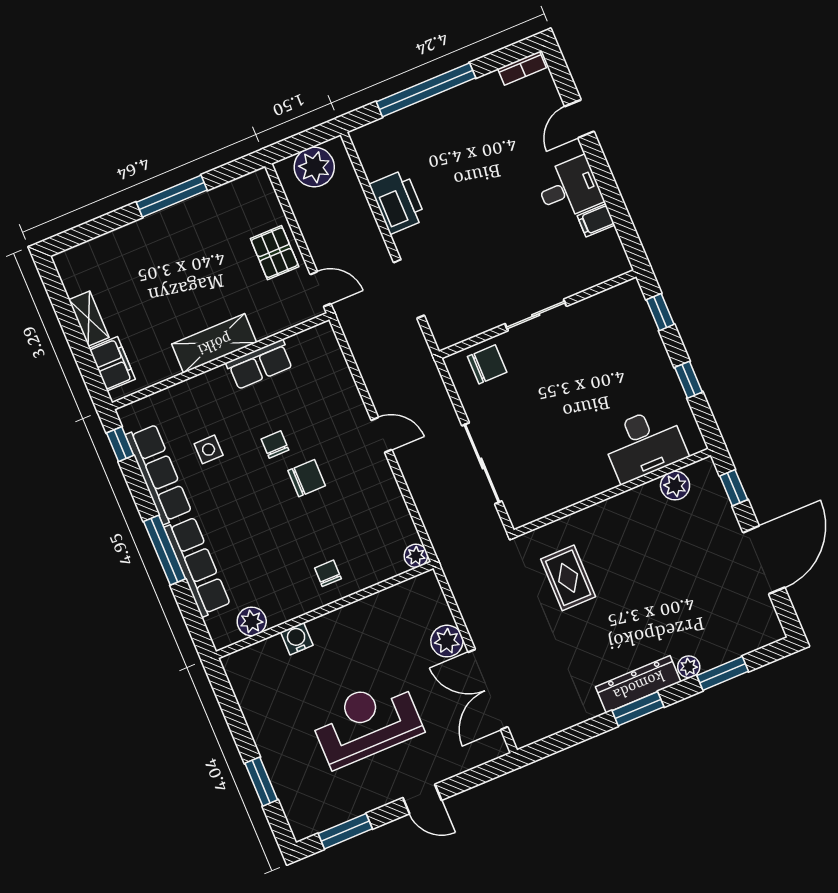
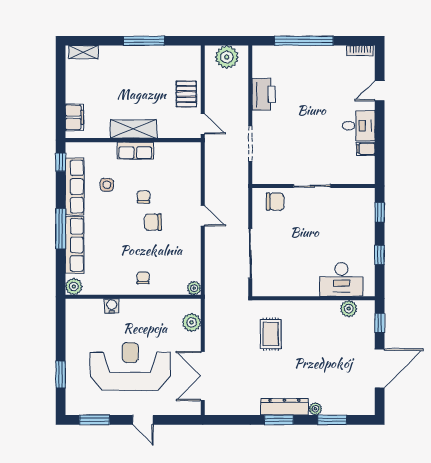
shelving: (89, 319) -> (83, 52), moved, turned 90
row of seats: (260, 364) -> (135, 151), moved
chair: (307, 478) -> (153, 222), turned 180
plant: (252, 621) -> (74, 286), moved
plant: (447, 641) -> (192, 322), moved
reception desk: (366, 723) -> (130, 366), width x1.36, depth x1.30

